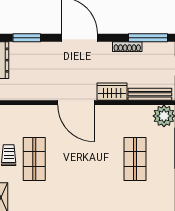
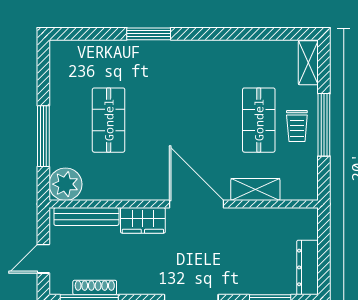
shoe rack: (127, 47) -> (95, 287), moved
shelving: (37, 112) -> (255, 190), added

